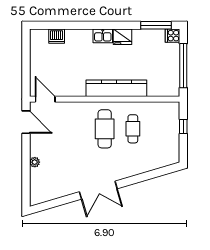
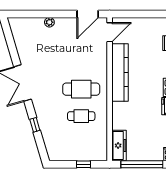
kitchen counter: (116, 88) -> (120, 72), moved
freezer: (164, 89) -> (119, 146), added
window: (142, 177) -> (35, 125), added

